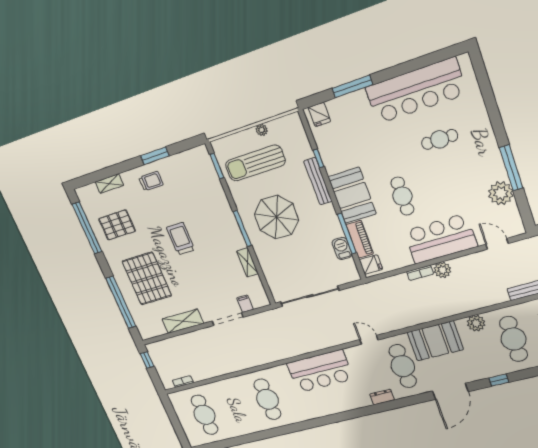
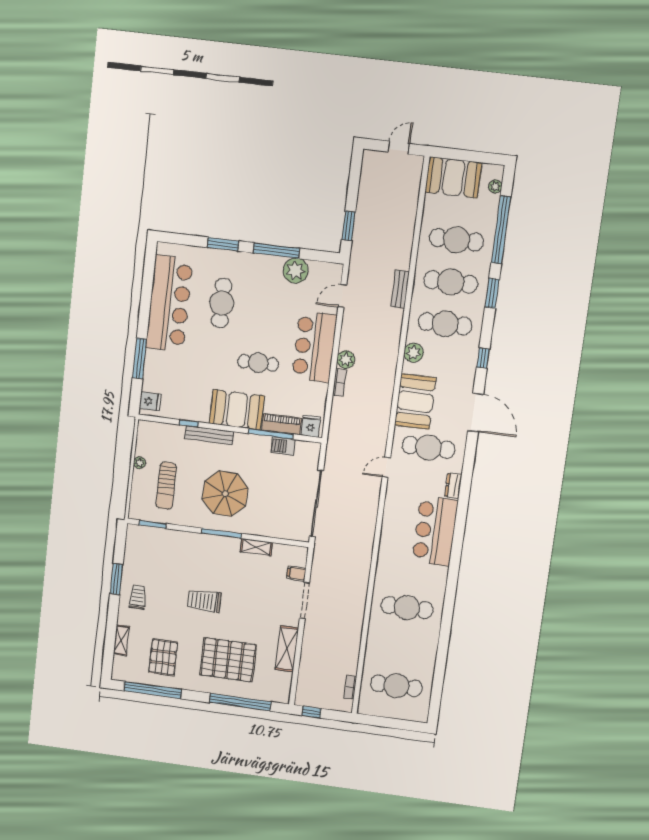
window: (495, 116) -> (223, 244), added
cafe table: (440, 139) -> (222, 303), width x1.37, depth x1.35
sun lounger: (255, 163) -> (166, 486), width x0.73, depth x0.75
bar counter: (320, 371) -> (435, 531), moved, turned 180

